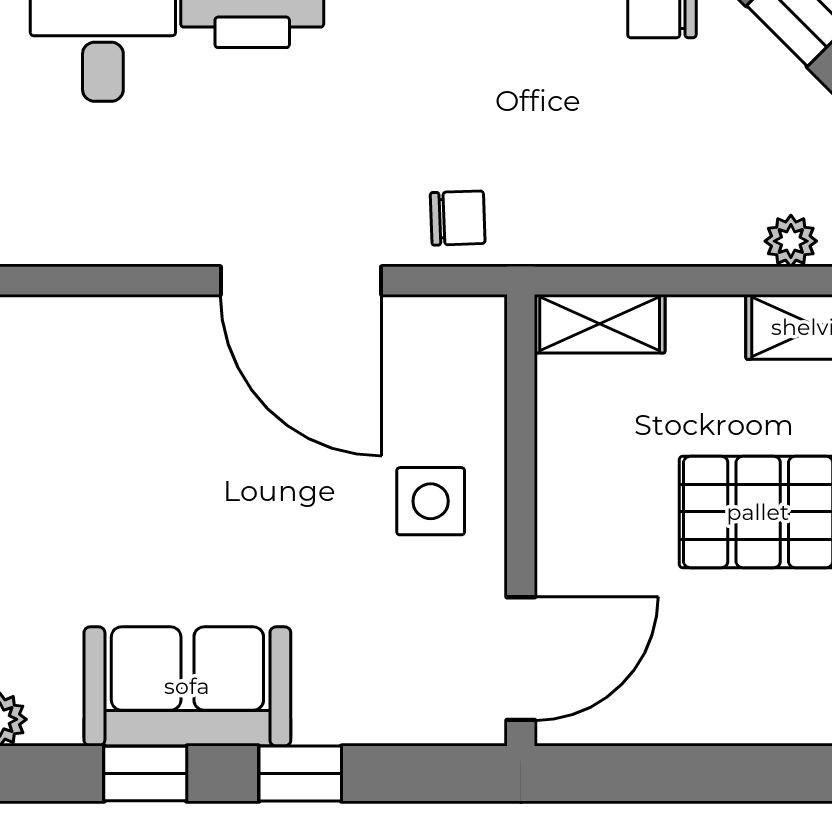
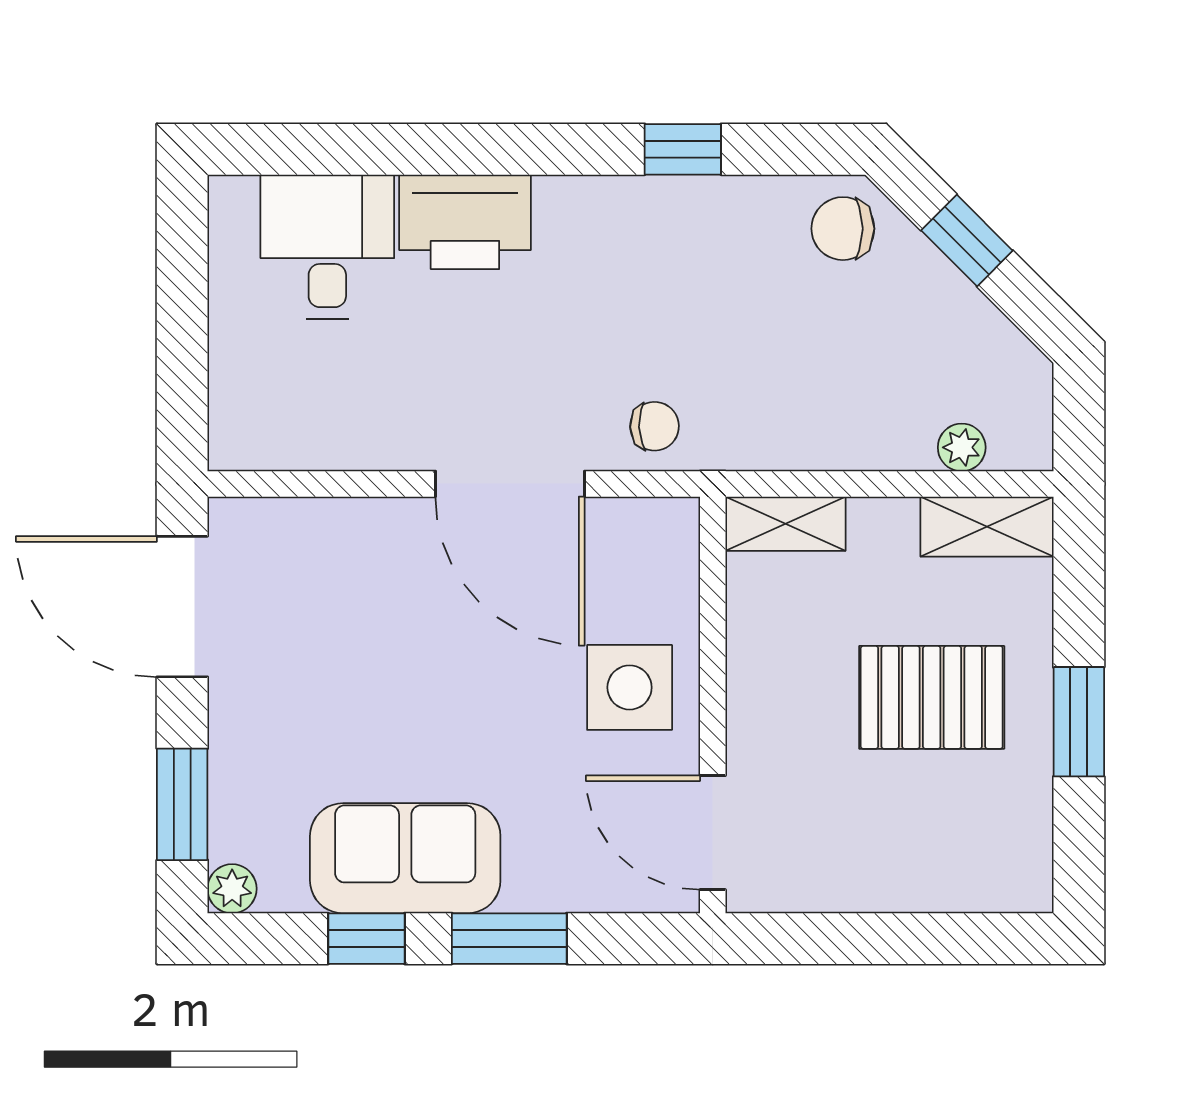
side table: (431, 501) -> (630, 687), width x1.37, depth x1.37
door: (521, 659) -> (713, 833), swing flipped
window: (300, 774) -> (509, 939), width x1.50

